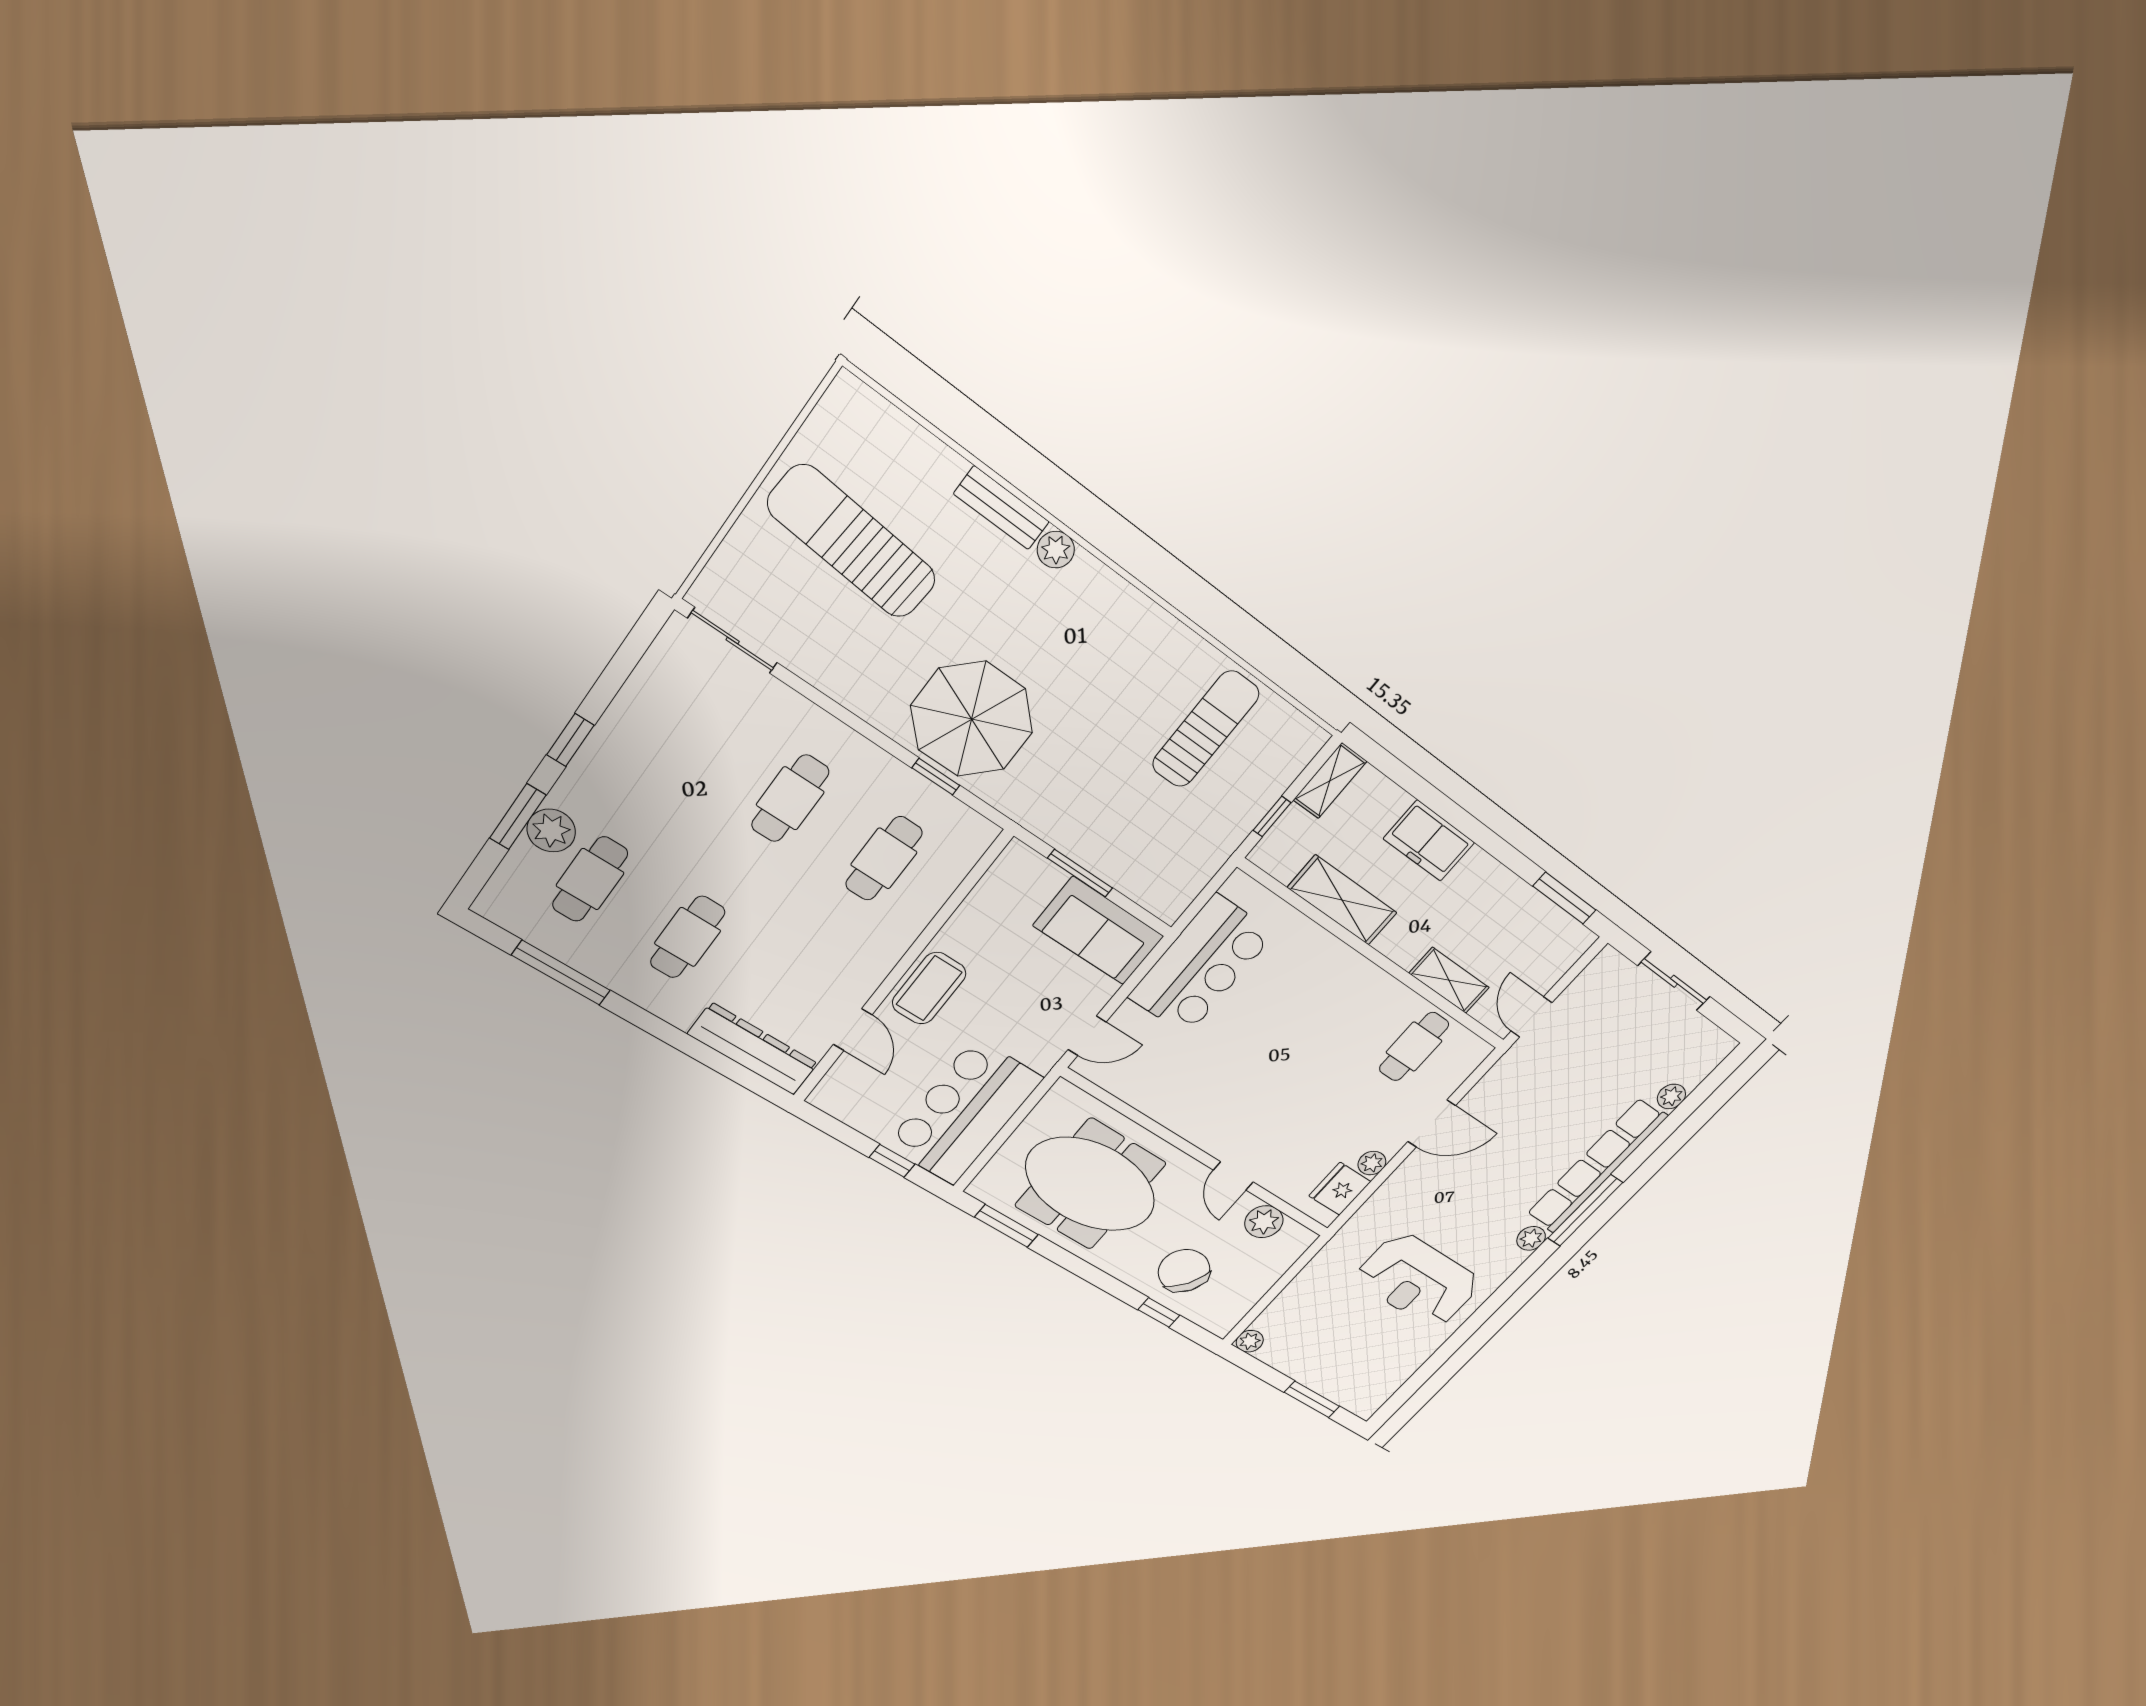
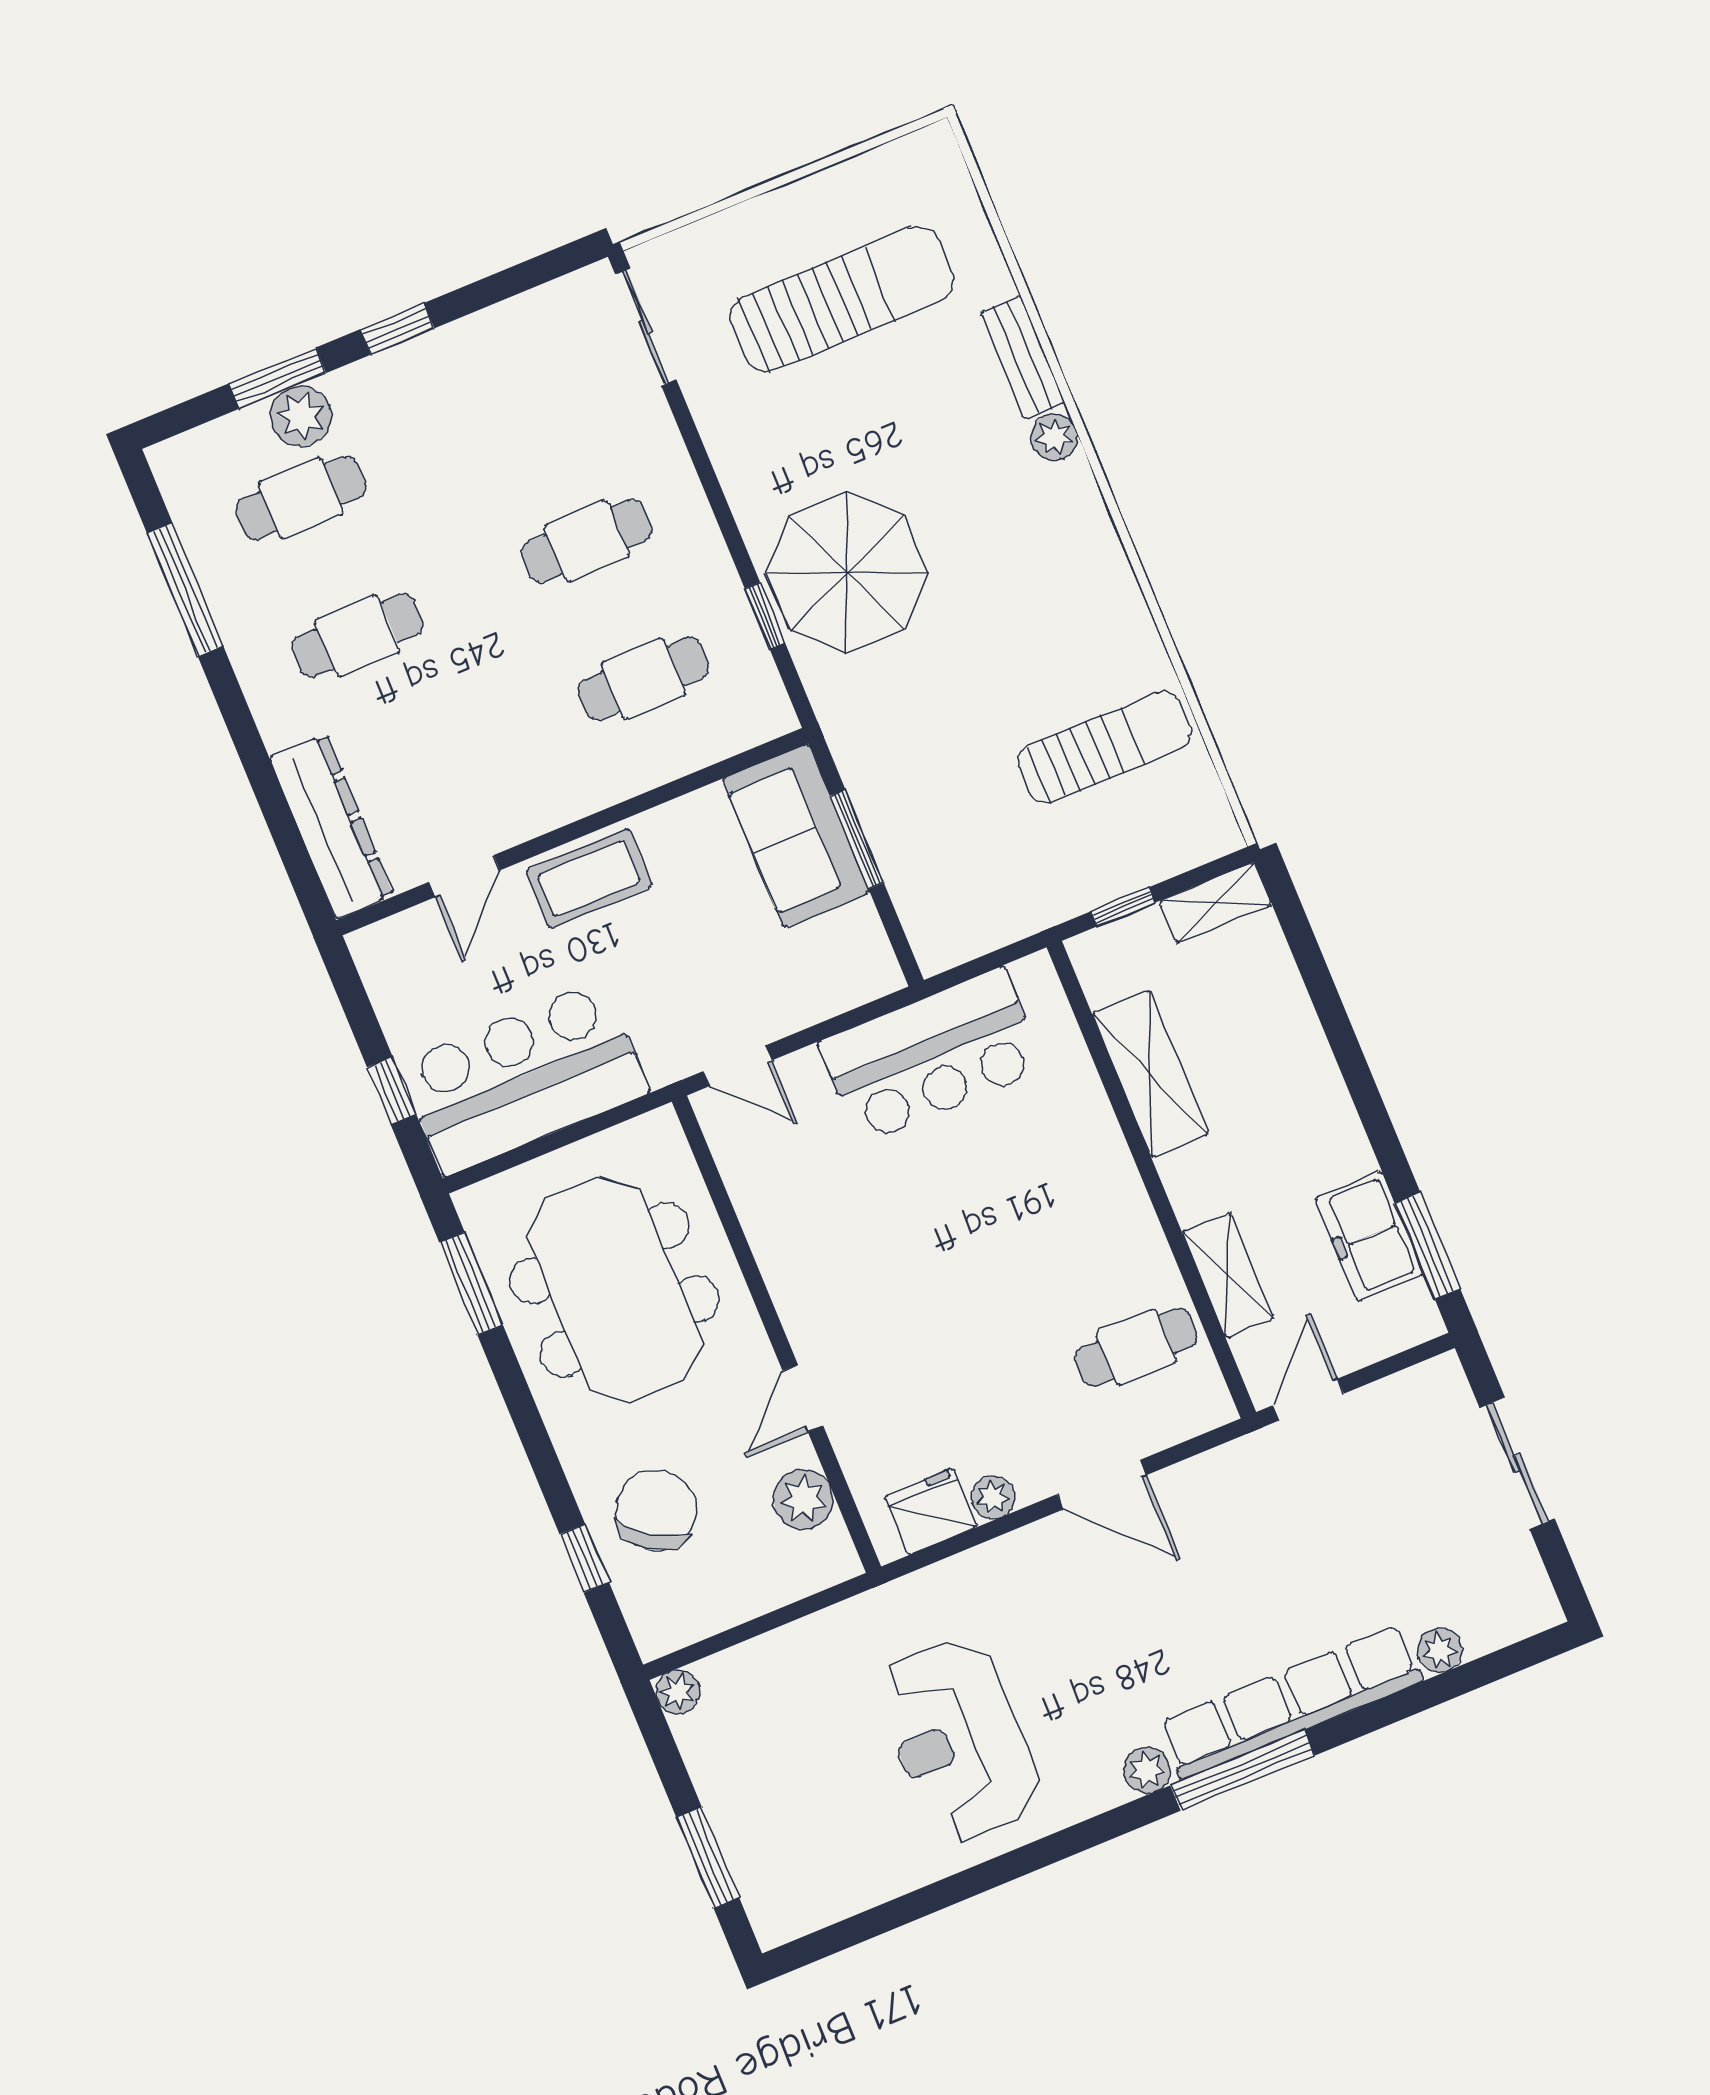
sun lounger: (852, 542) -> (842, 299), turned 85
freezer: (1429, 841) -> (1369, 1236), moved
sofa: (1098, 931) -> (796, 836), moved

